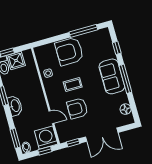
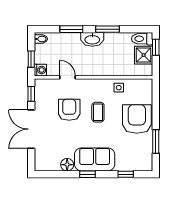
window: (83, 31) -> (156, 142), width x0.69
window: (125, 79) -> (88, 174), width x0.46
floor lamp: (126, 109) -> (67, 165), moved
door: (51, 117) -> (67, 77), swing flipped
window: (15, 138) -> (71, 29), moved
washing machine: (46, 138) -> (40, 70), width x0.53, depth x0.53

